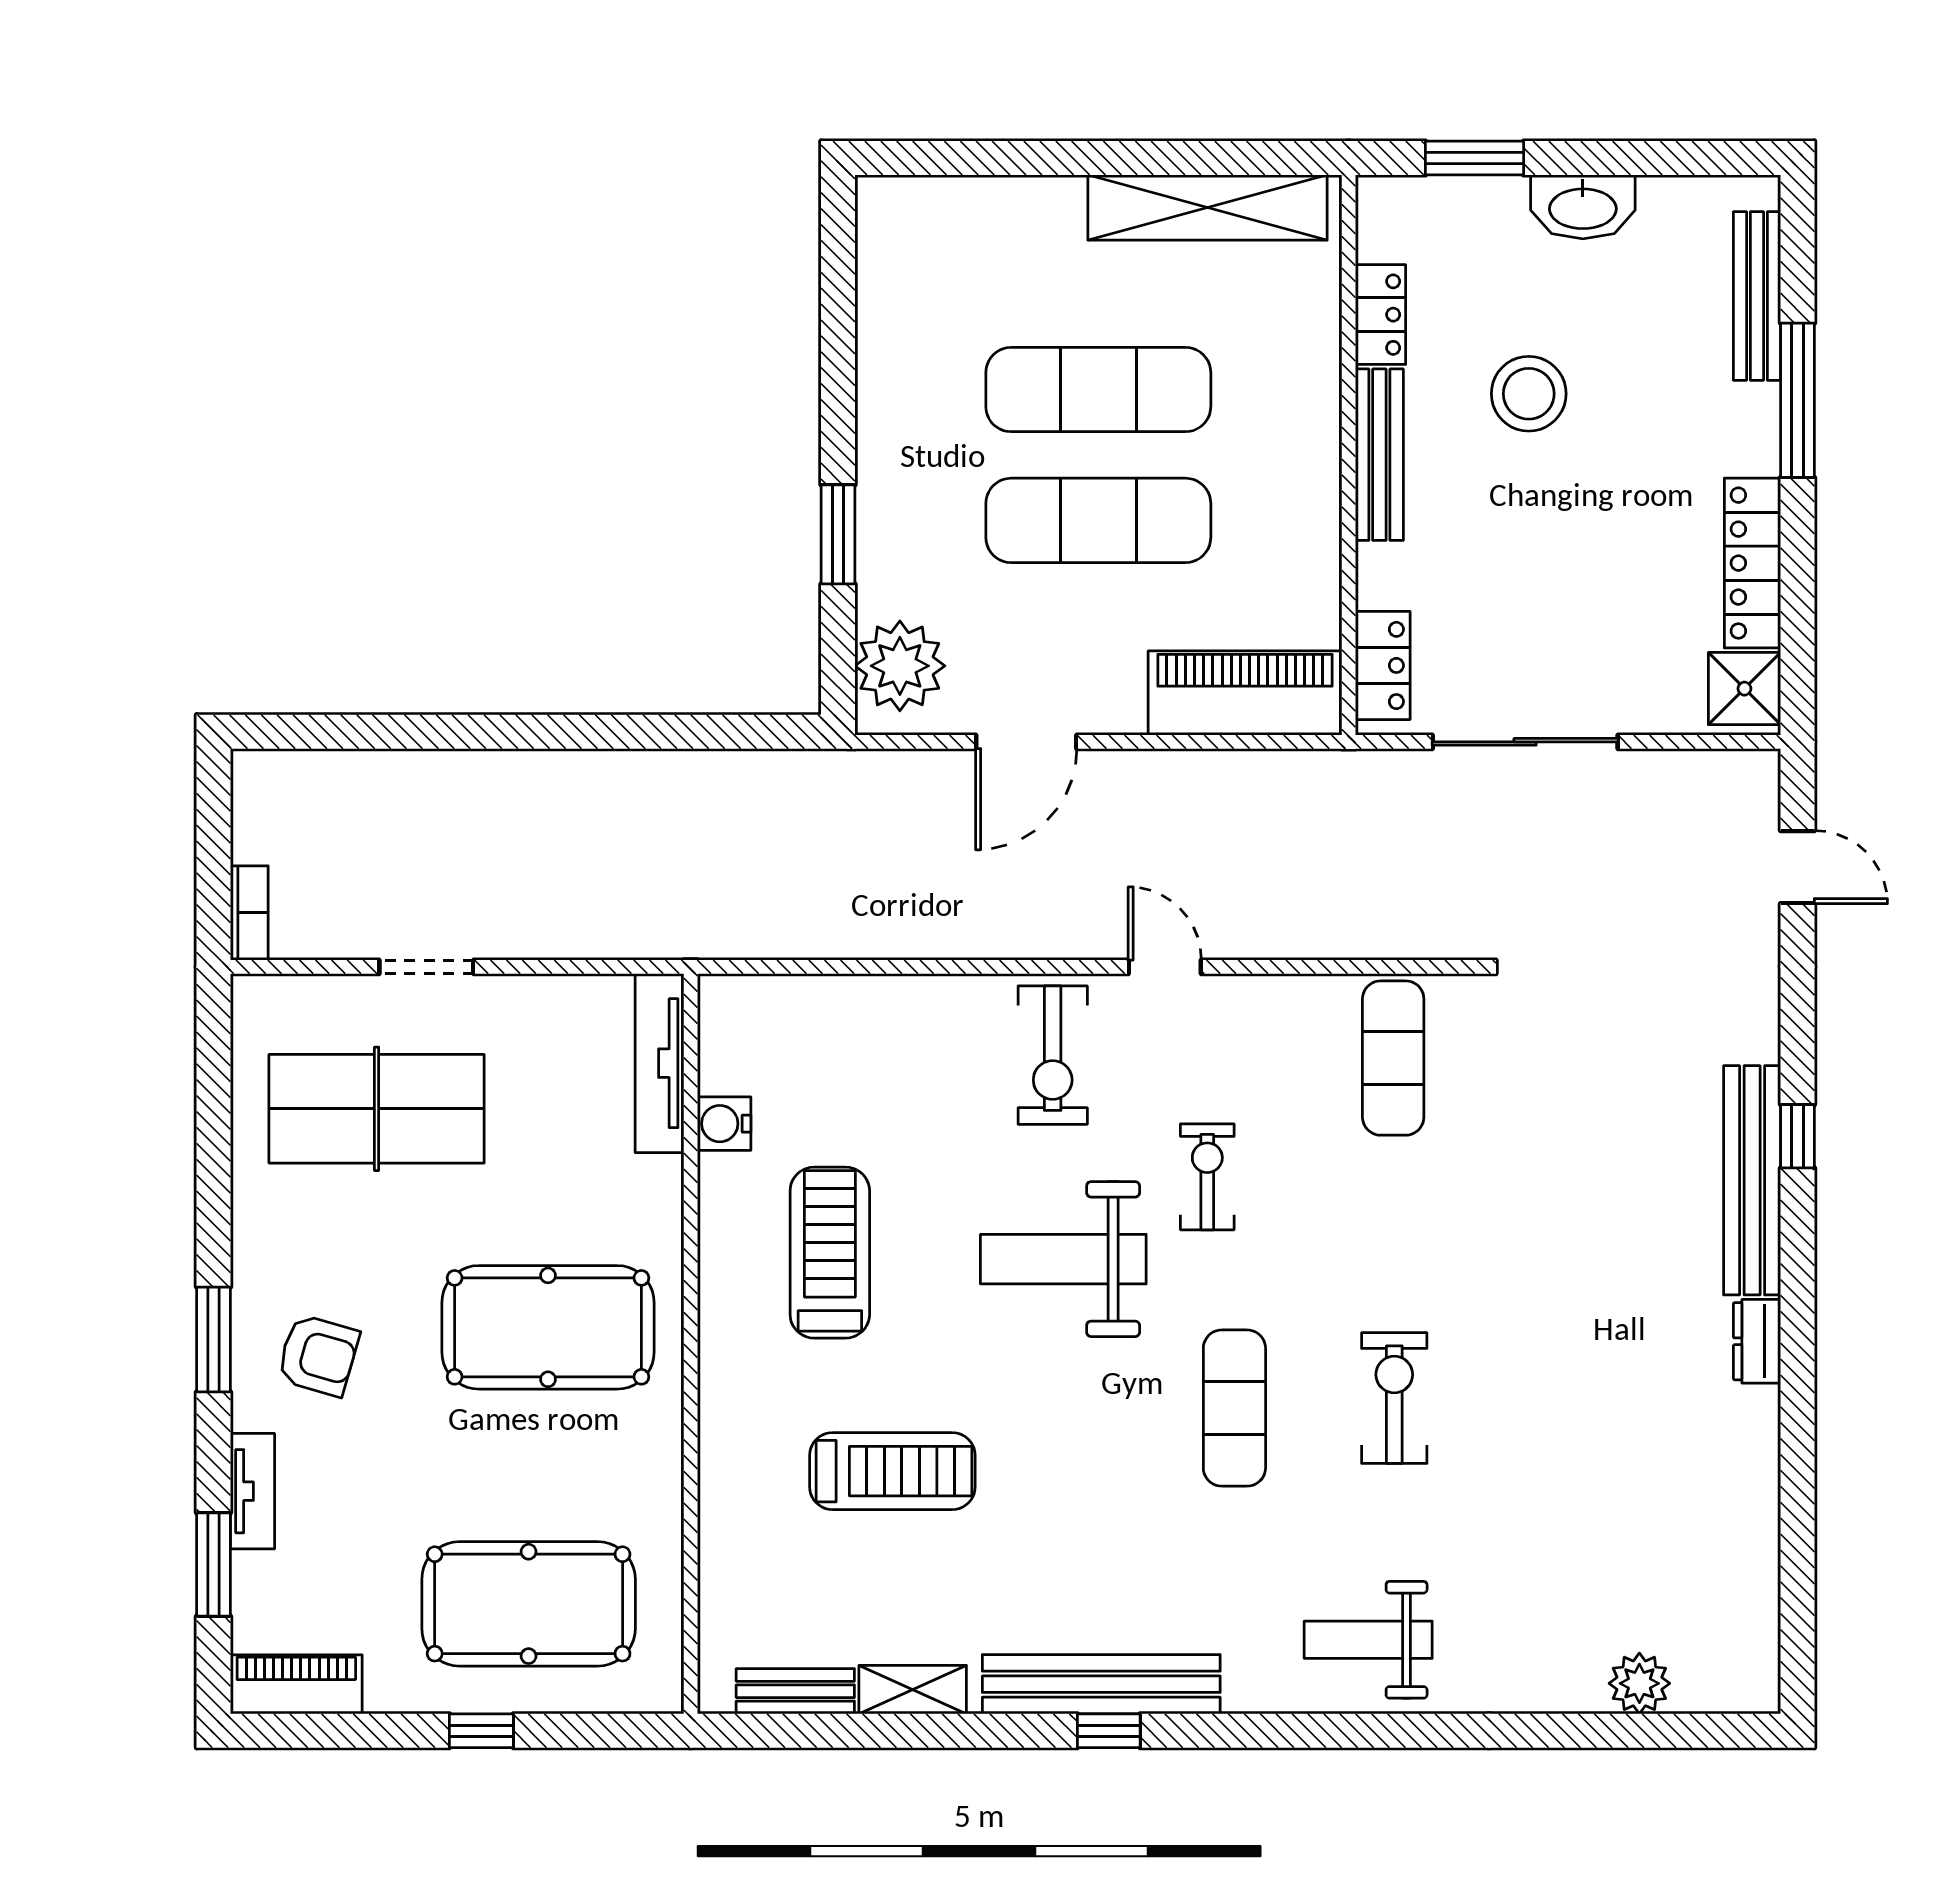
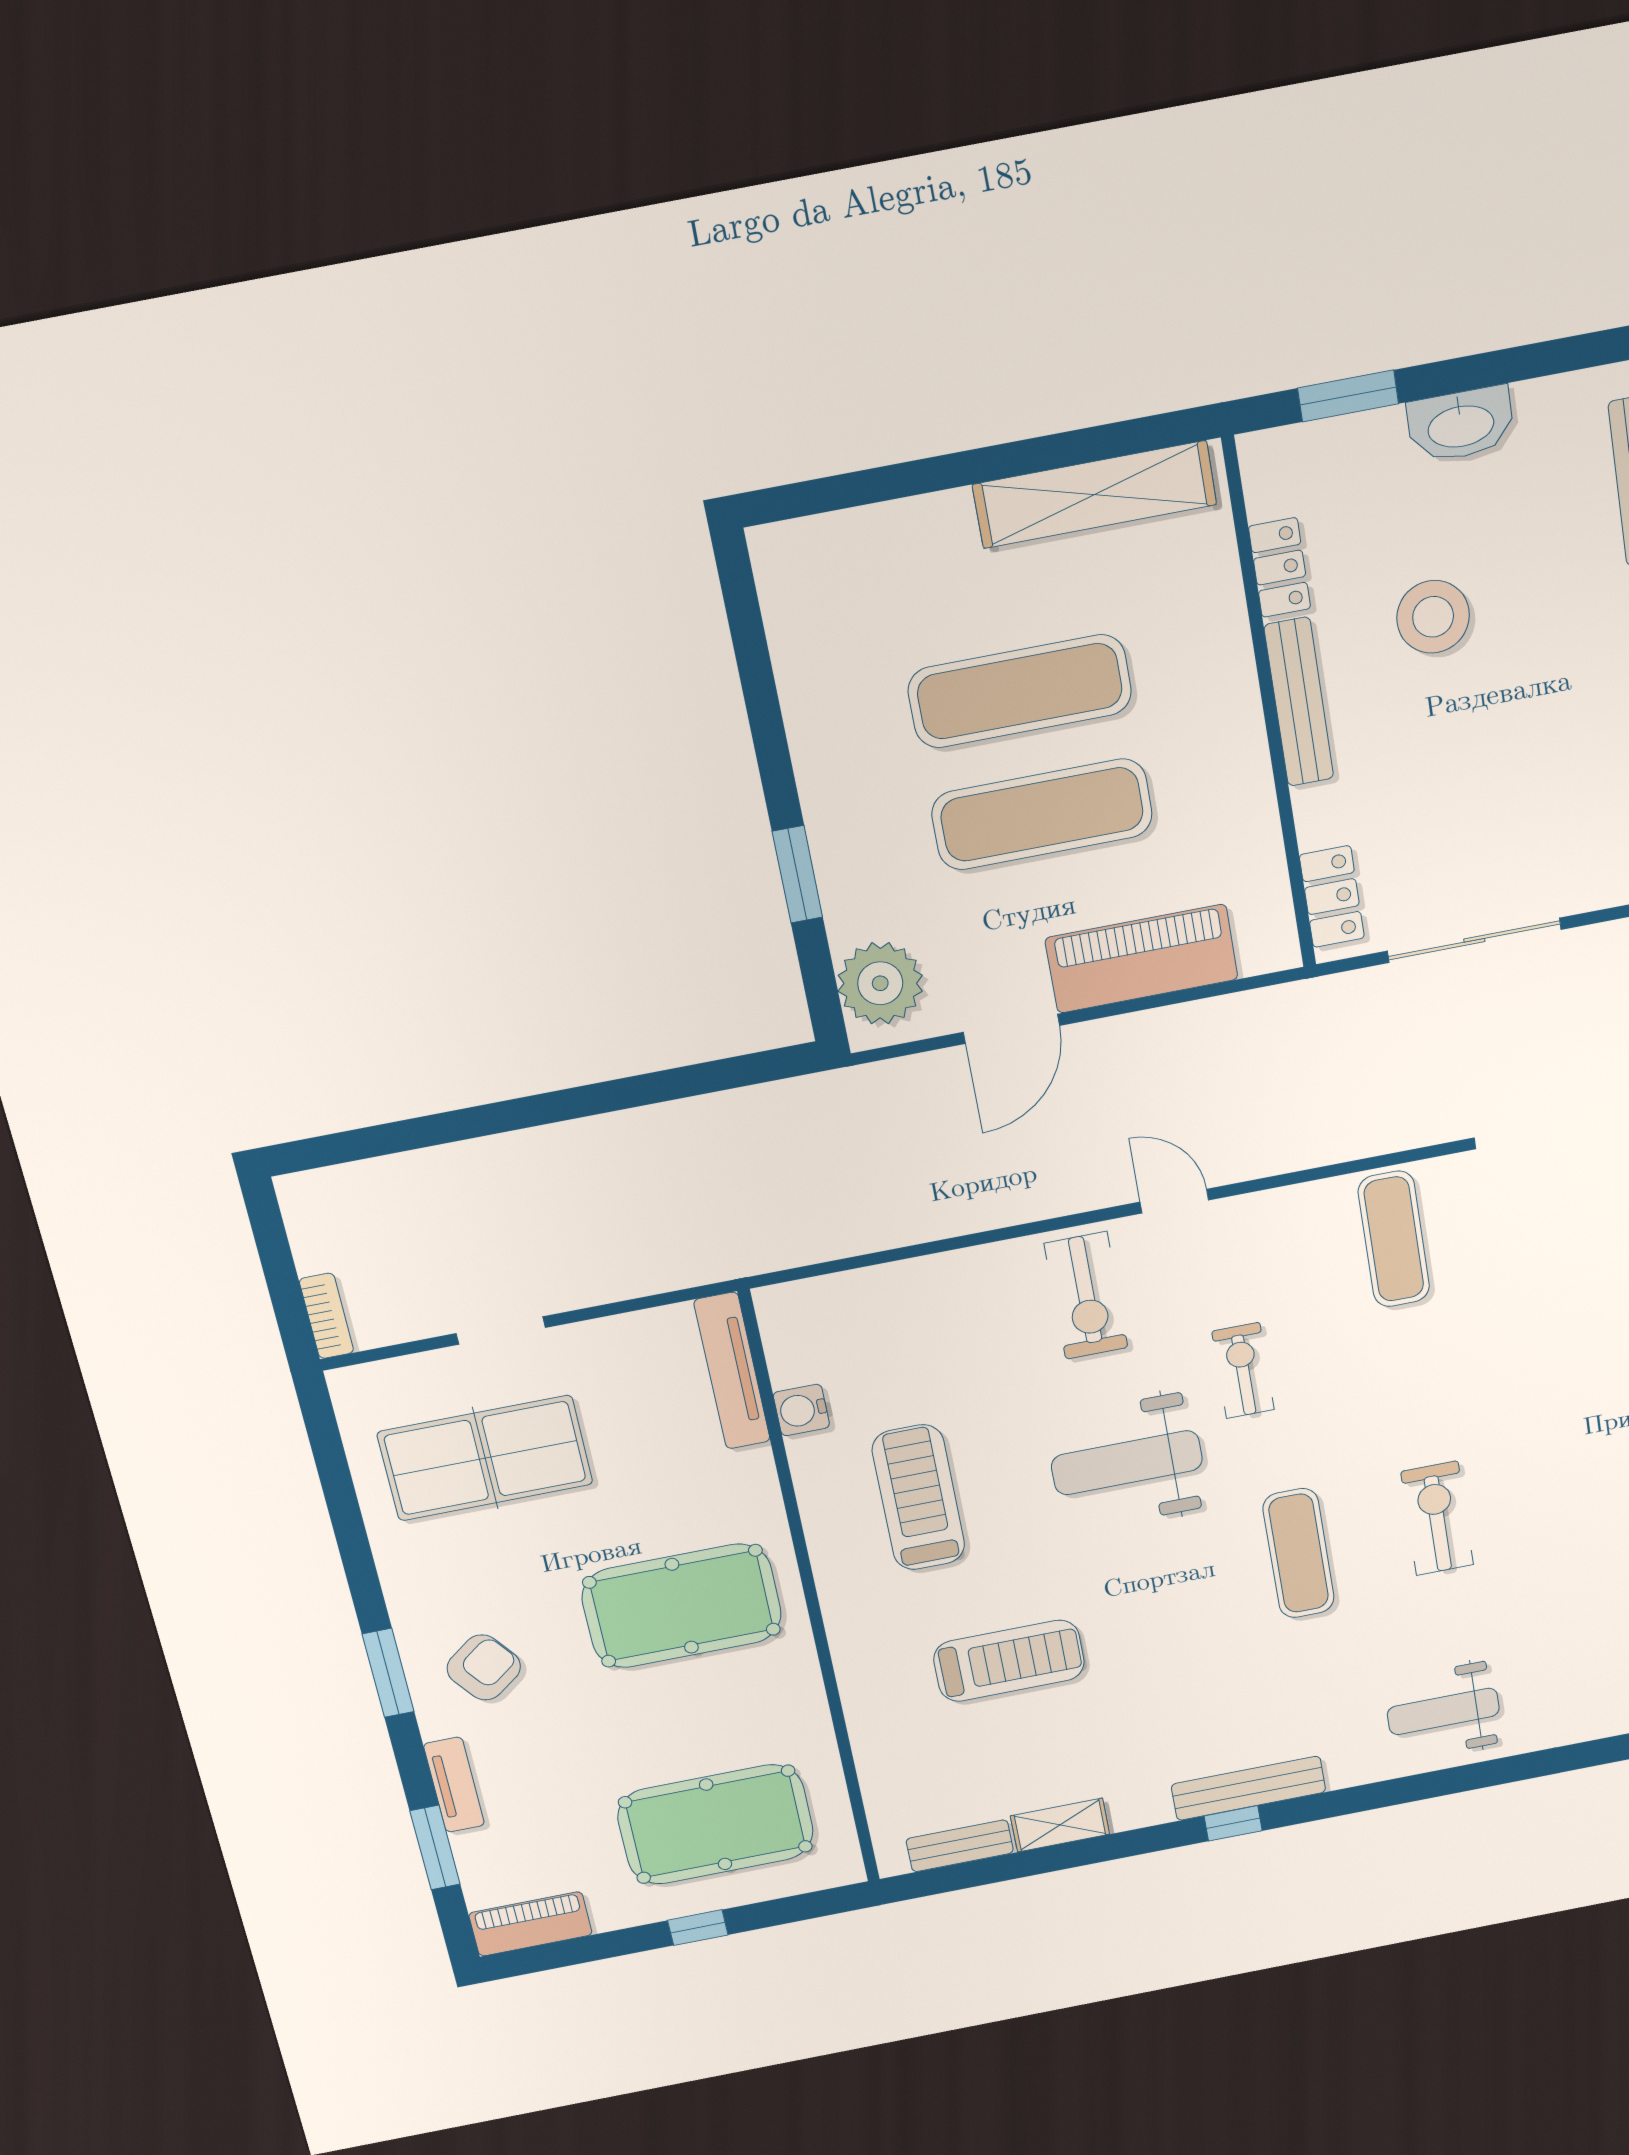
piano: (1245, 693) -> (1142, 959), moved
armchair: (318, 1355) -> (484, 1667), turned -53
bench: (1101, 1684) -> (1248, 1788), width x0.73, depth x0.82

